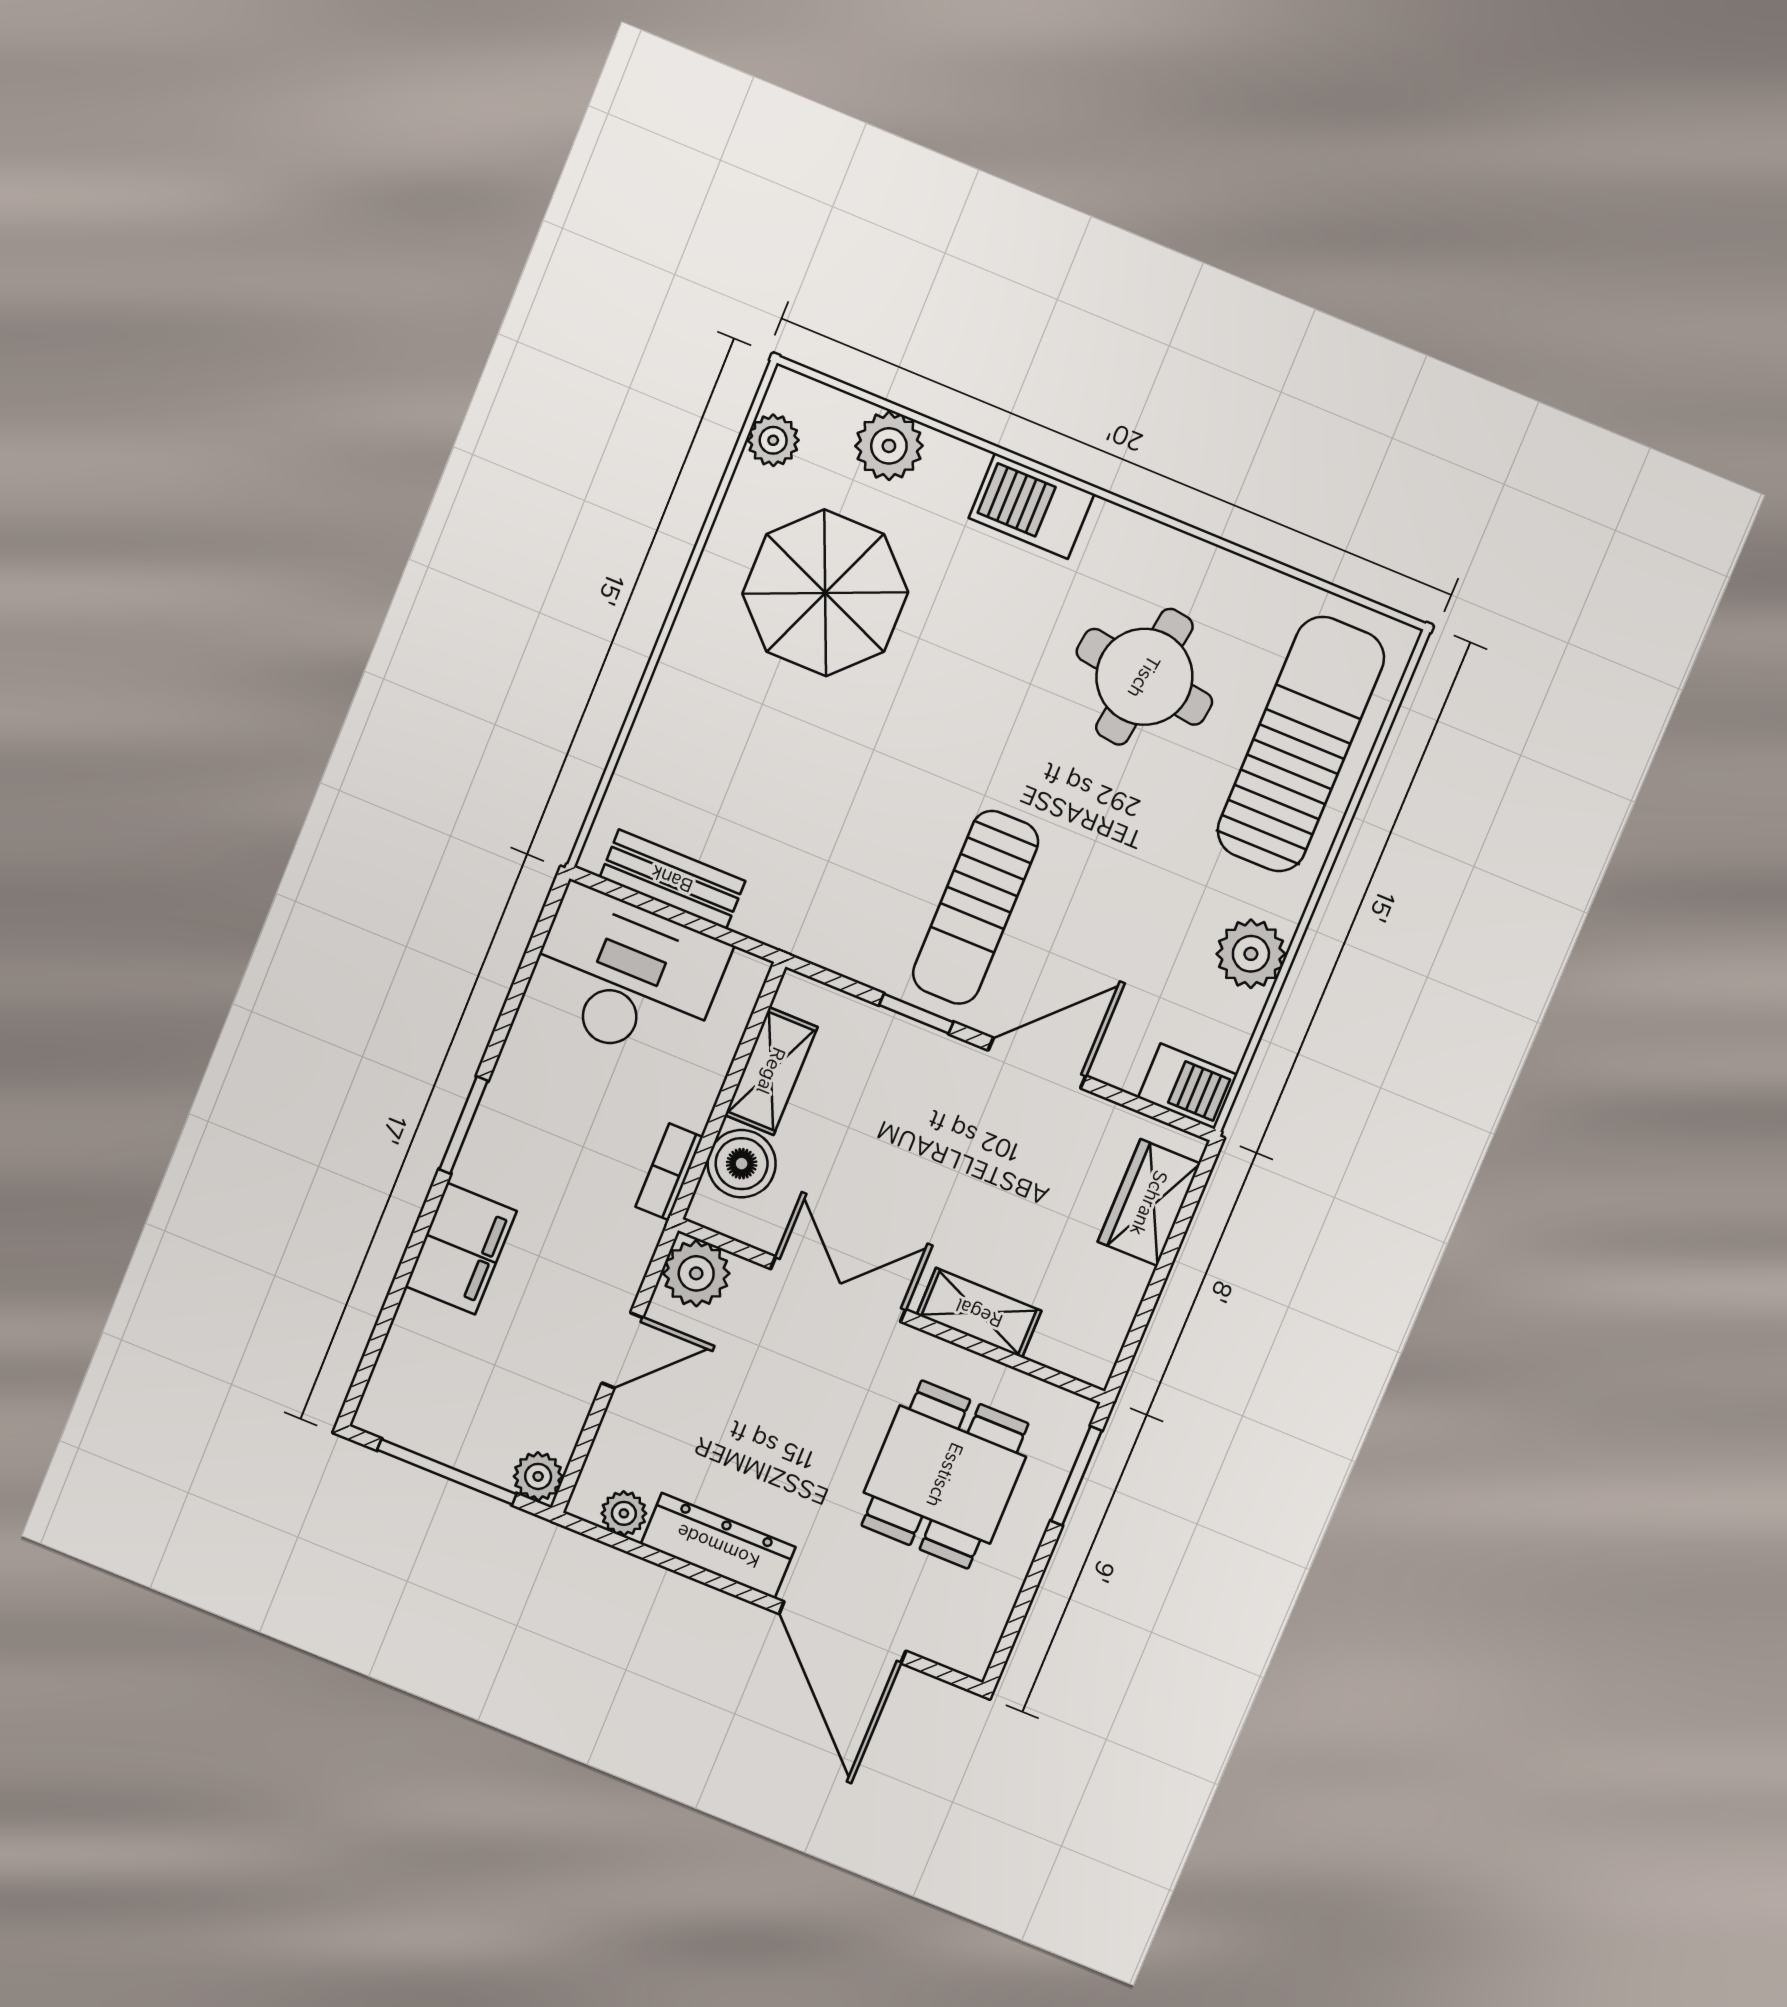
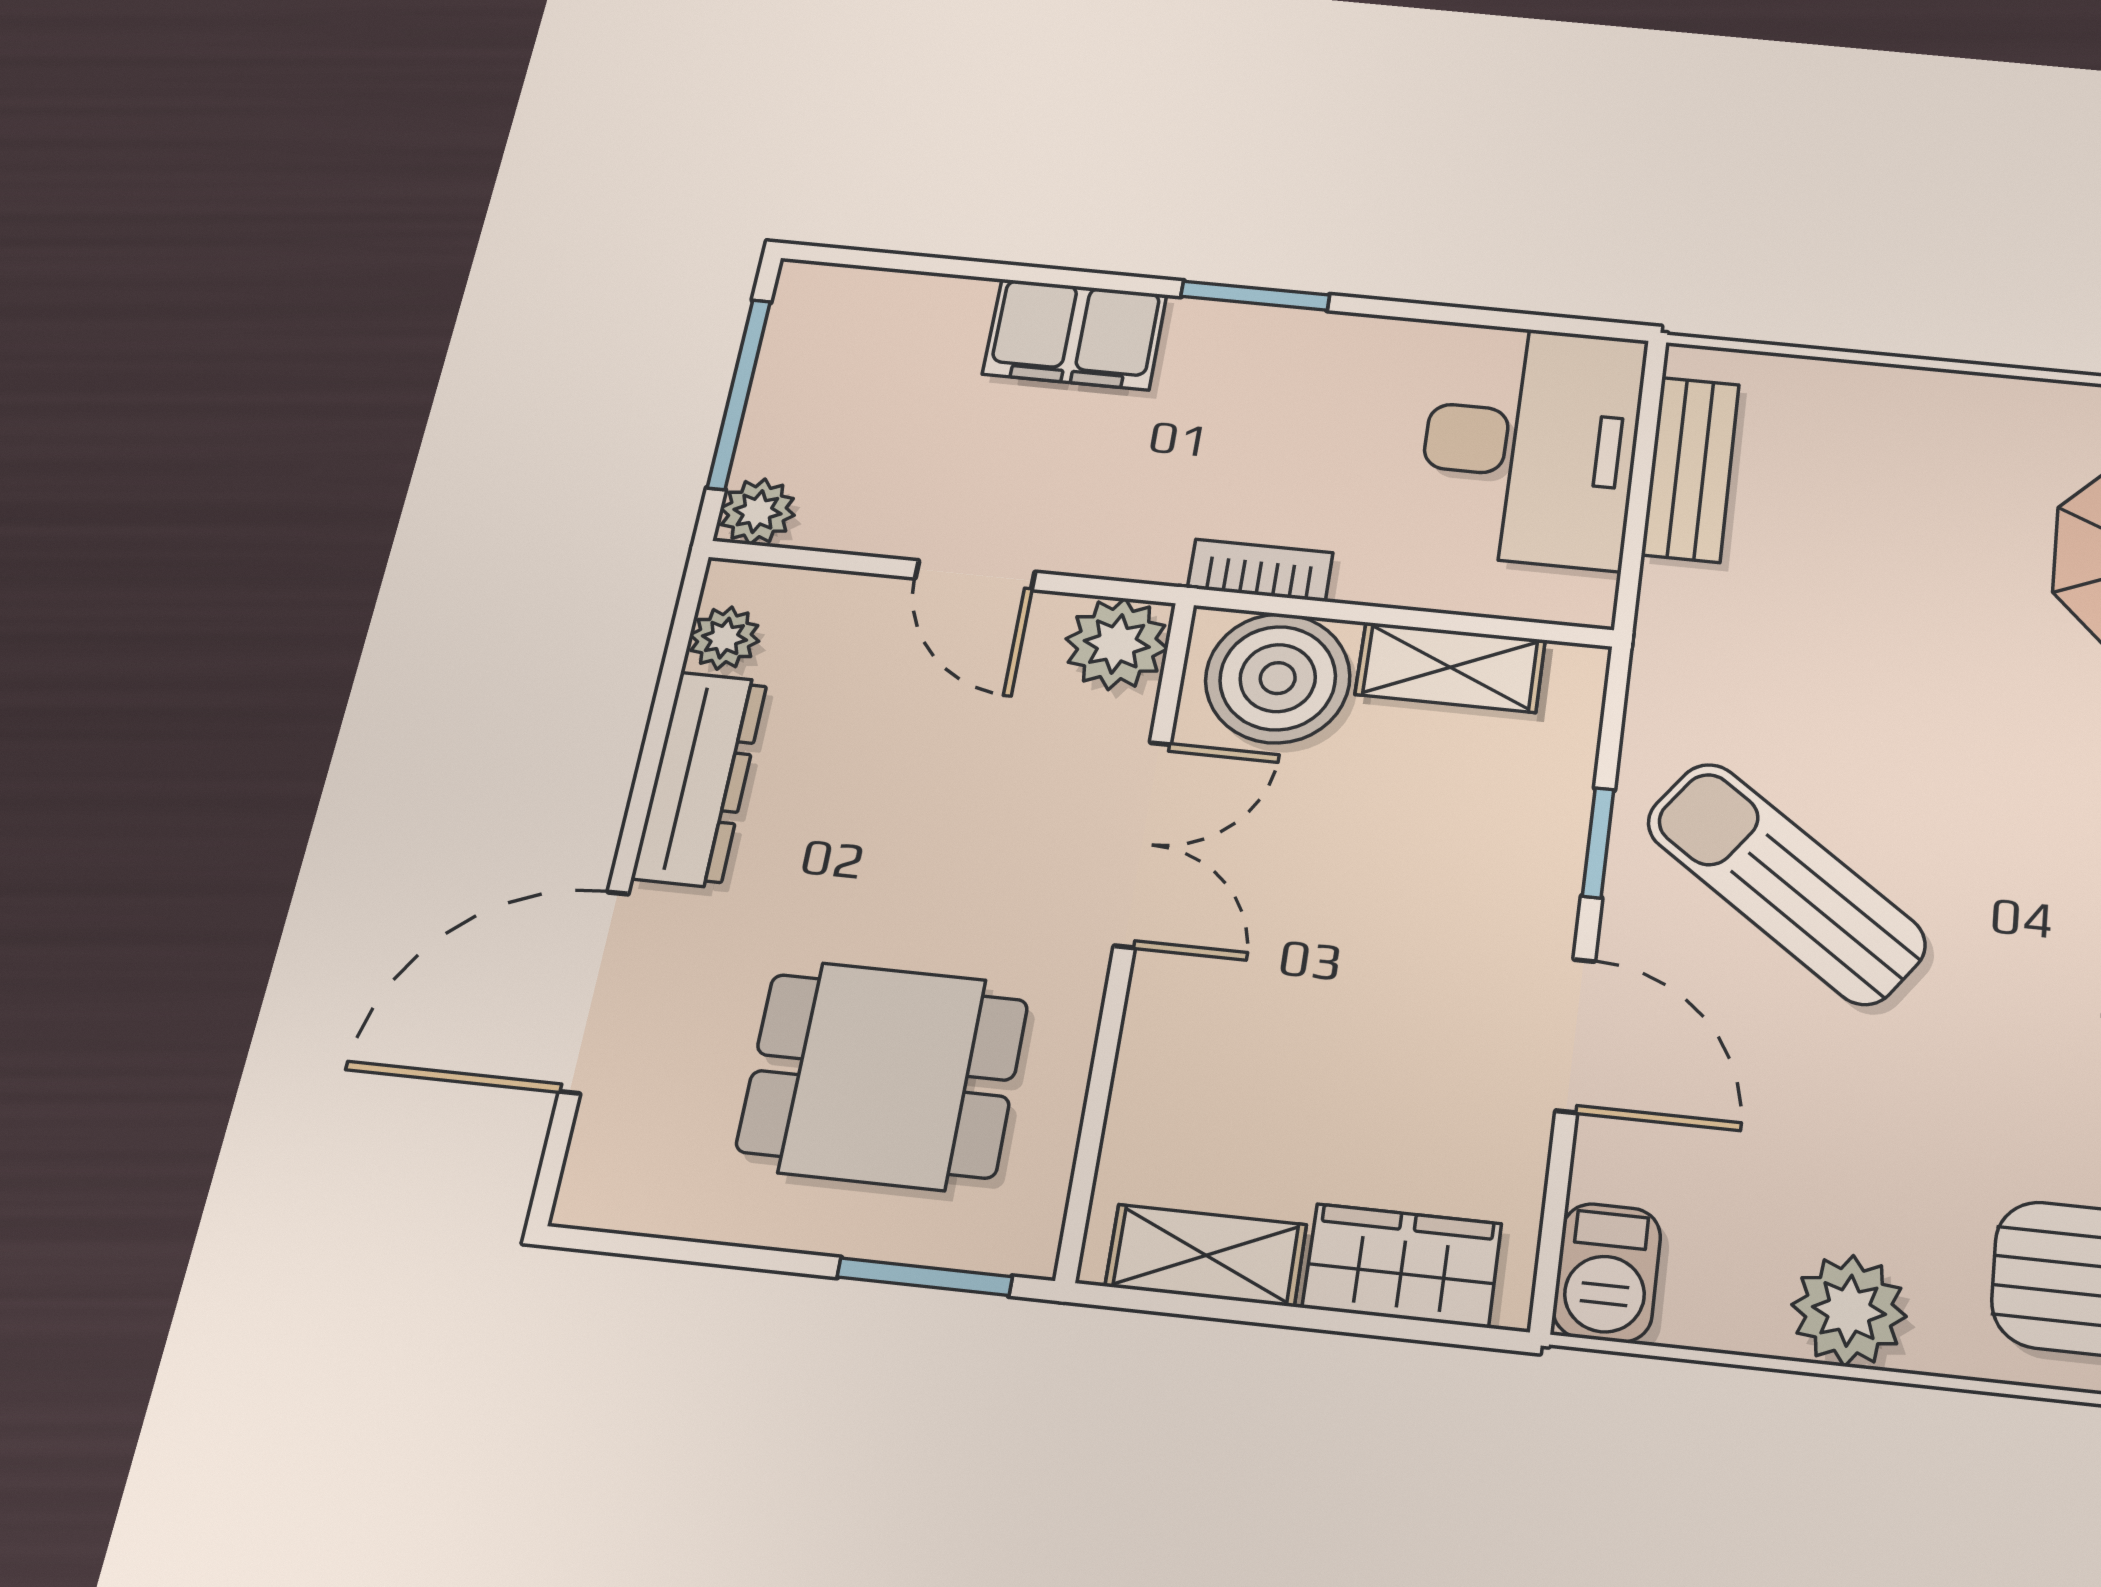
sun lounger: (976, 907) -> (1786, 883), turned 36
boiler: (742, 1164) -> (1278, 678), width x1.37, depth x1.37
shelving: (979, 1313) -> (1206, 1255), moved, turned 90

